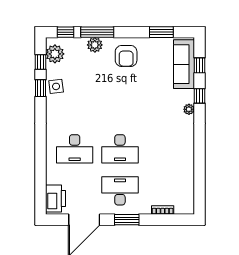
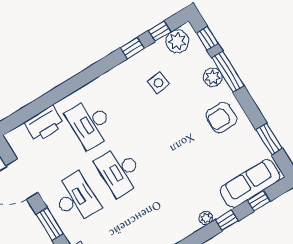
side table: (56, 86) -> (158, 83), moved
printer: (55, 199) -> (45, 124), moved

